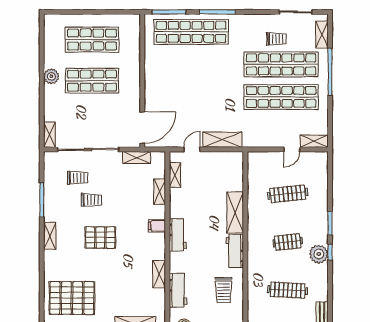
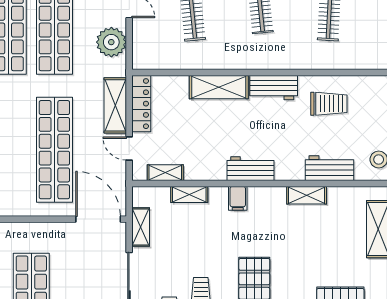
shop shelf: (191, 97) -> (54, 150), added
plant: (267, 137) -> (111, 42), added
locker: (223, 158) -> (141, 104), added

